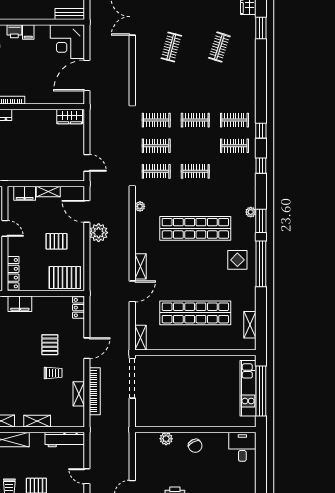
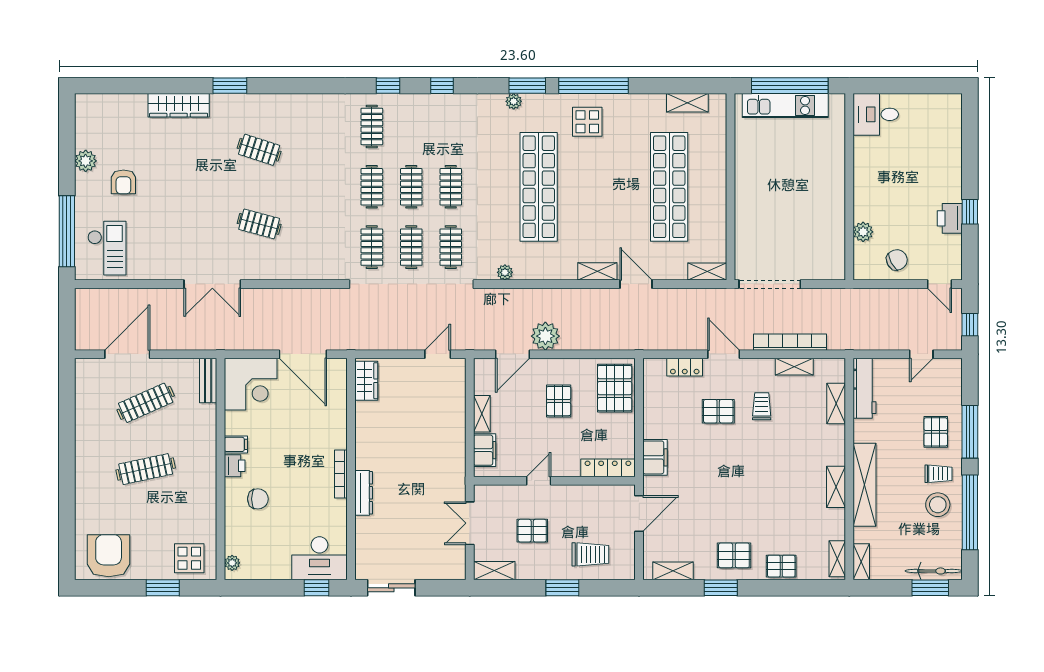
clothes rail: (234, 146) -> (411, 187), moved
locker: (78, 308) -> (685, 367), moved
shelving: (37, 421) -> (836, 403), moved
chair: (195, 446) -> (897, 260), moved

